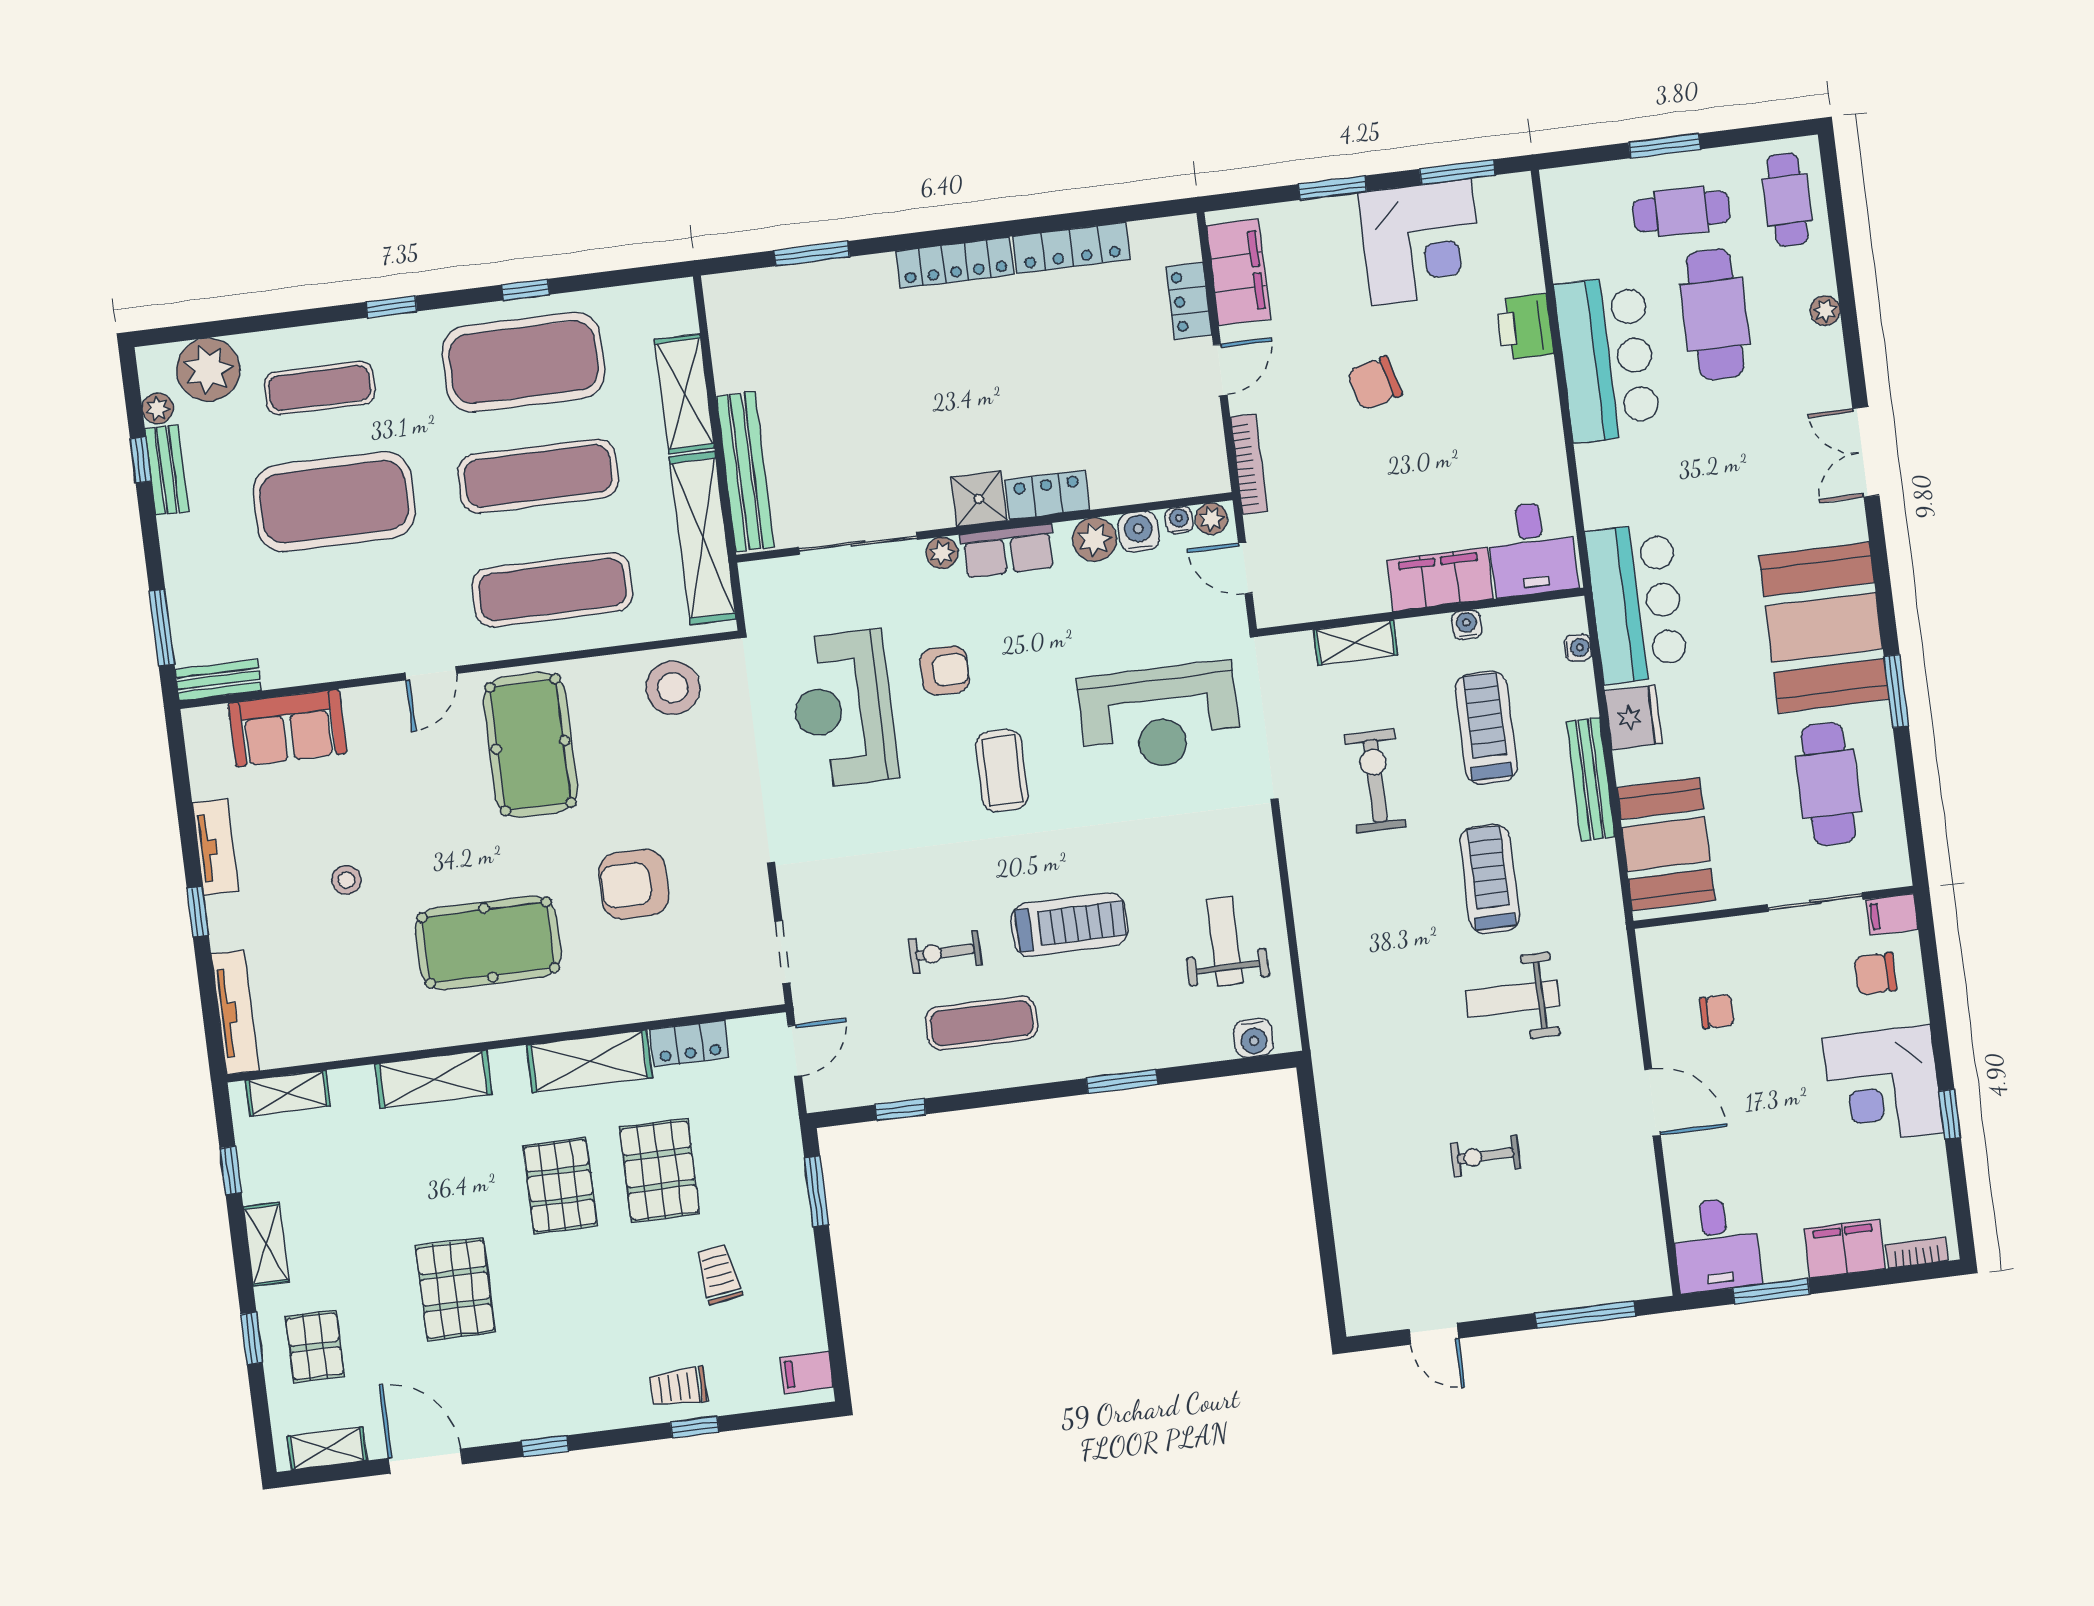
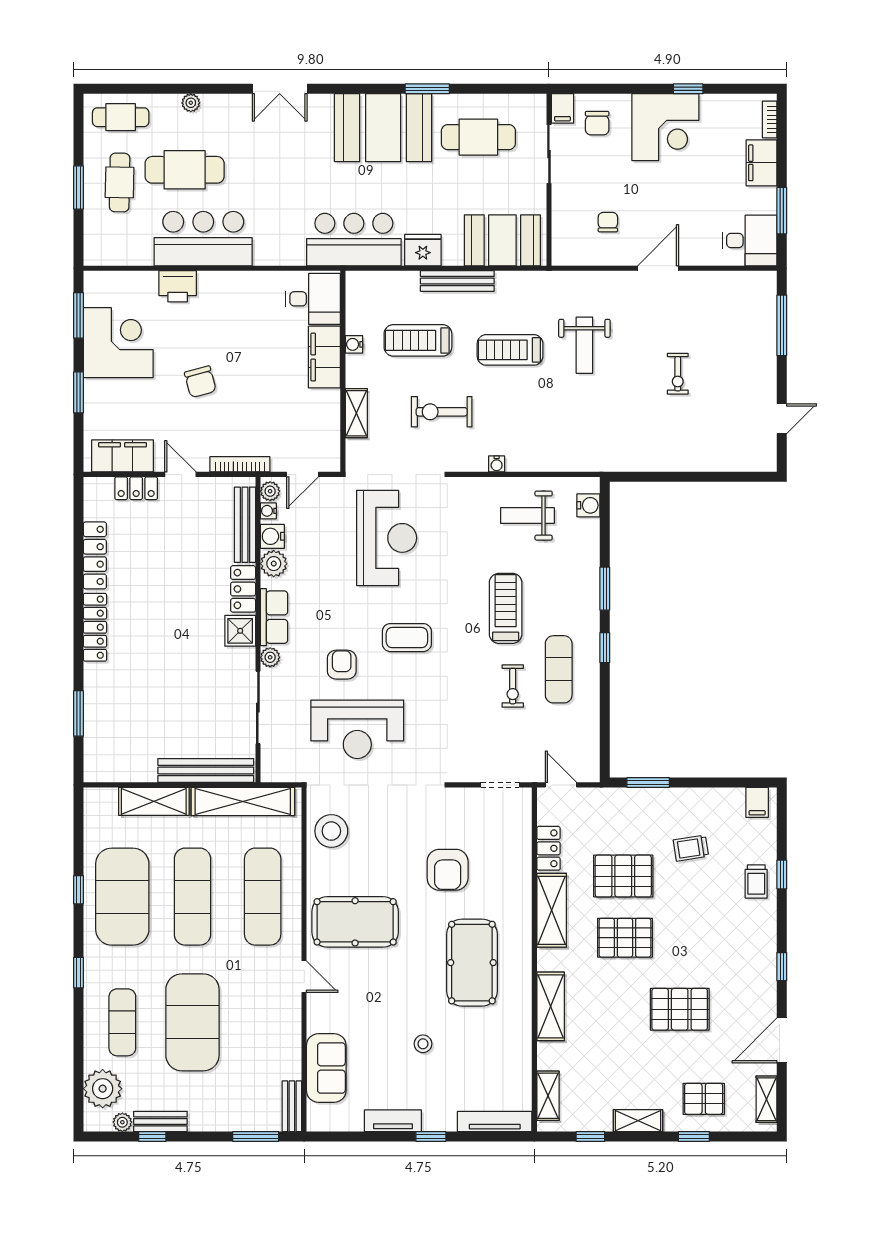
bench: (1152, 485) -> (245, 525), added
water cooler: (1578, 648) -> (497, 464), moved, turned 180
window: (900, 1109) -> (605, 648), moved

